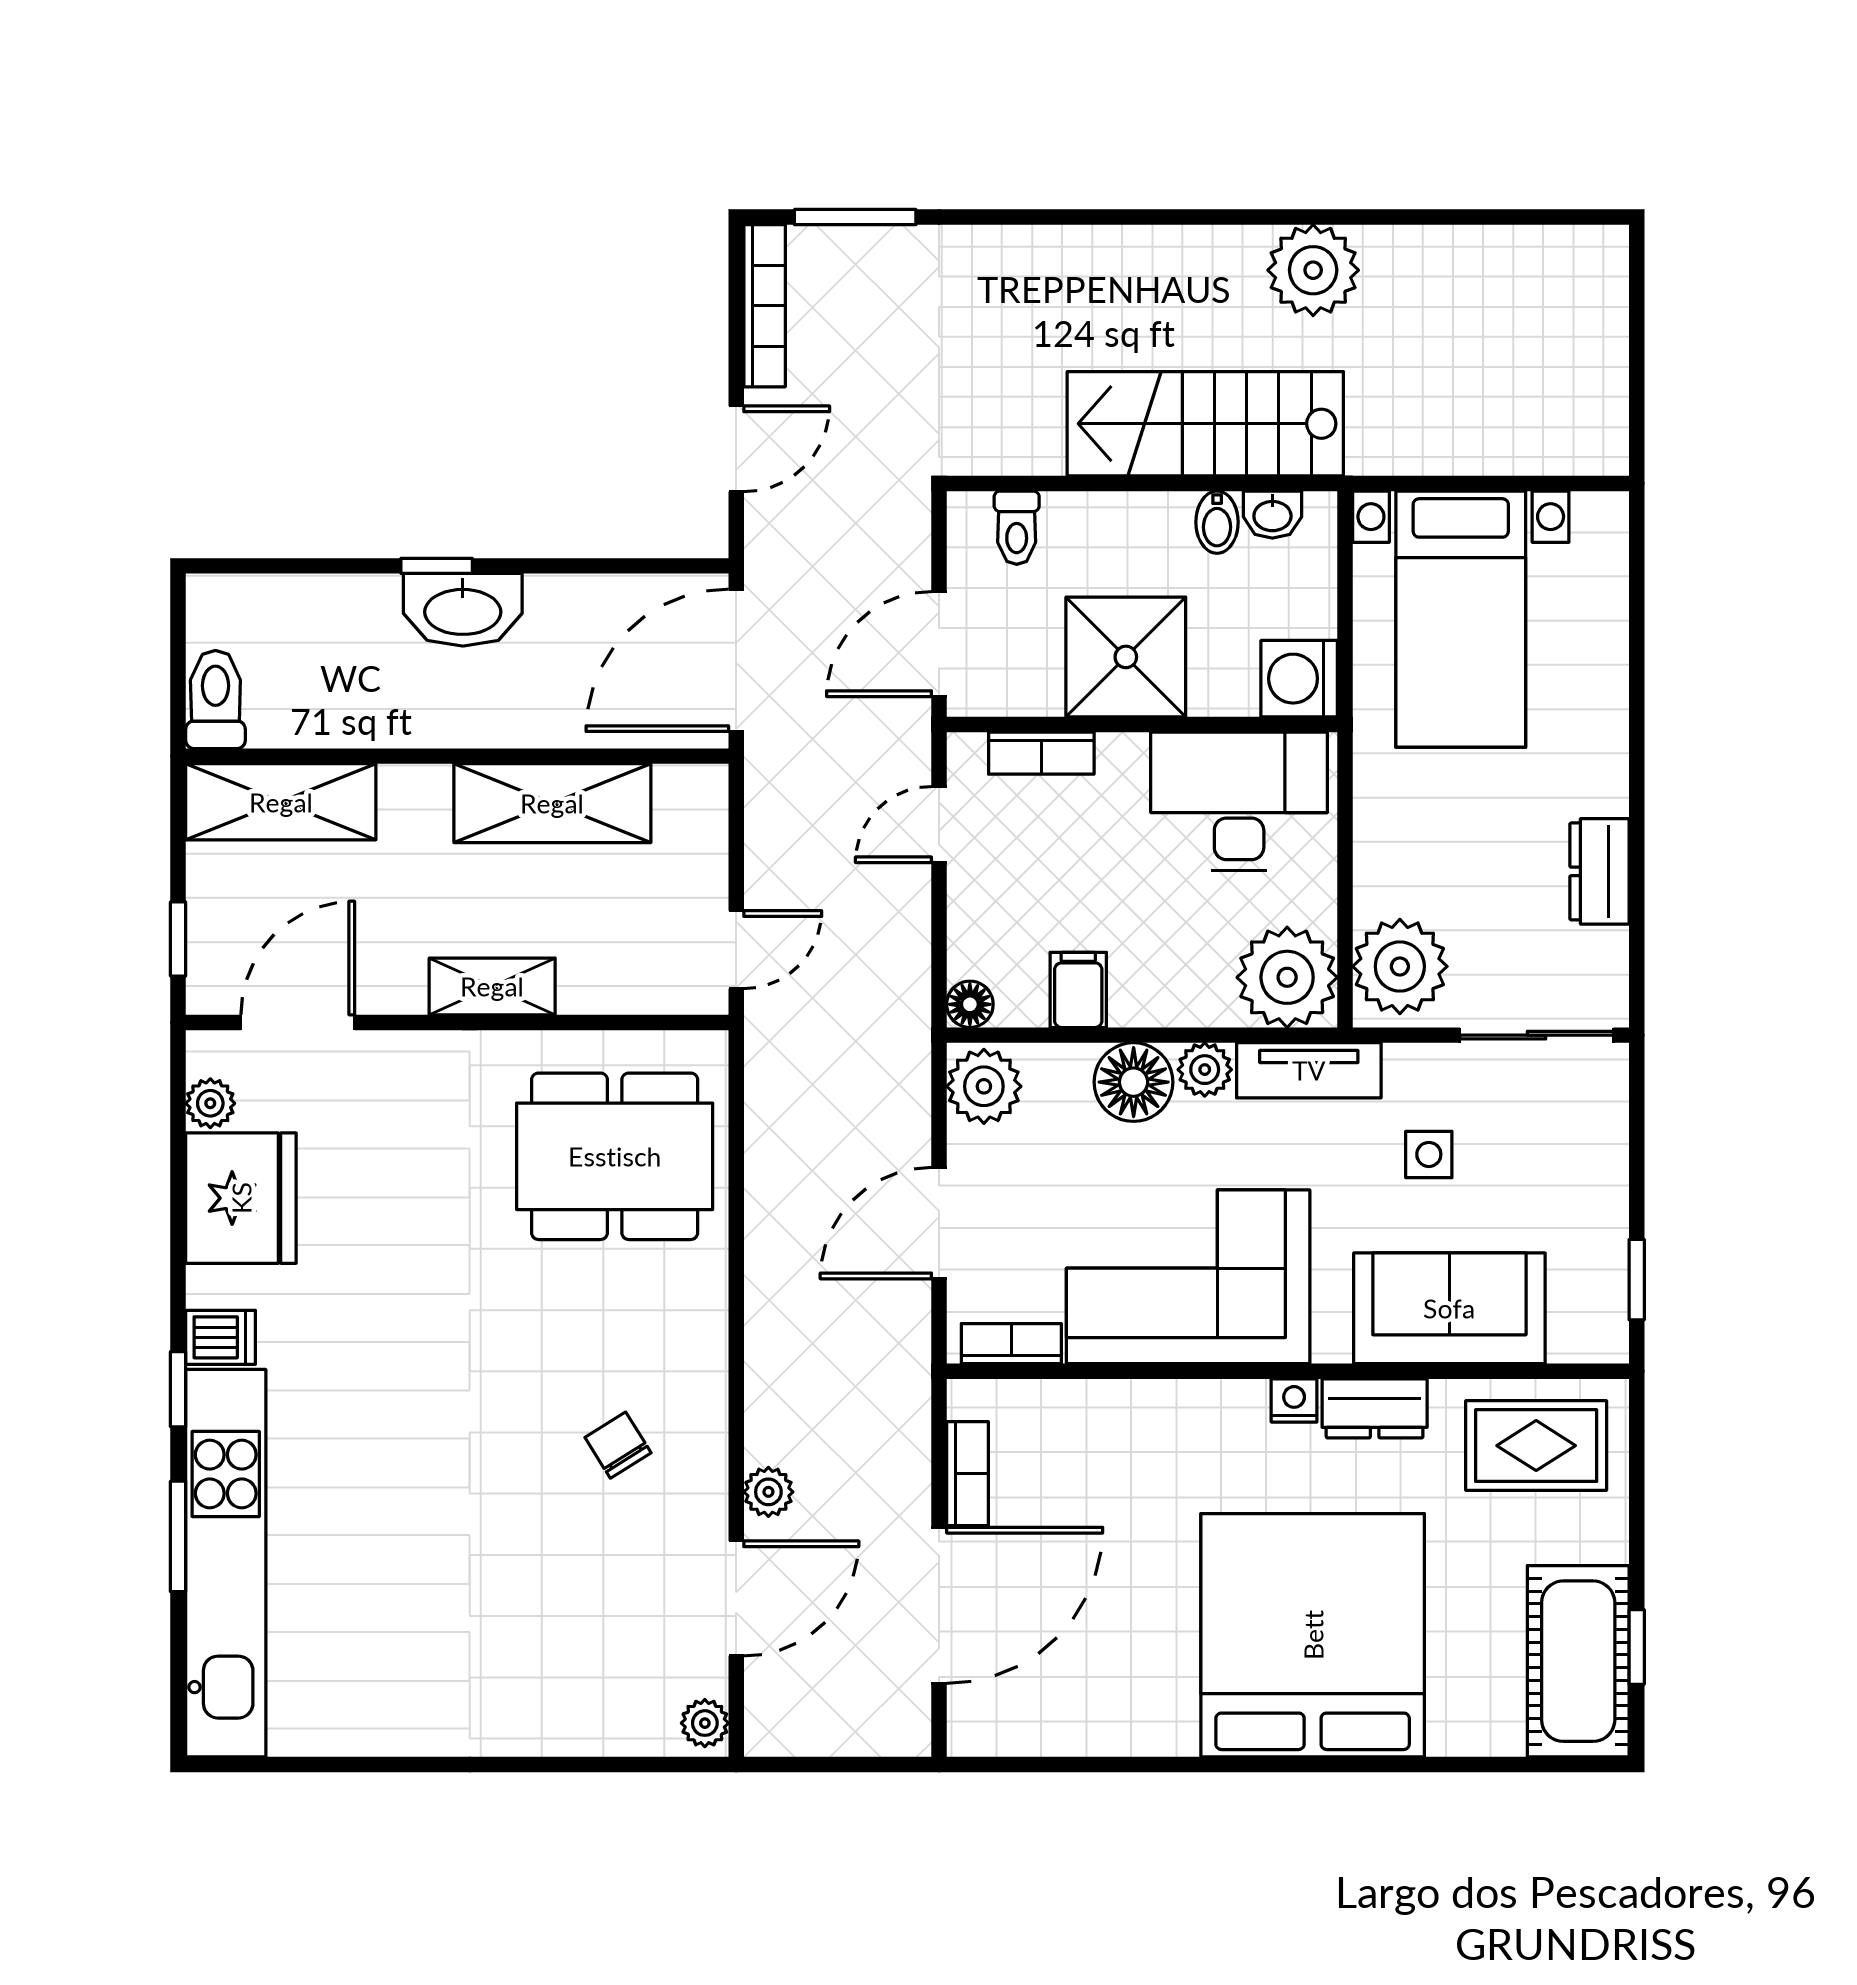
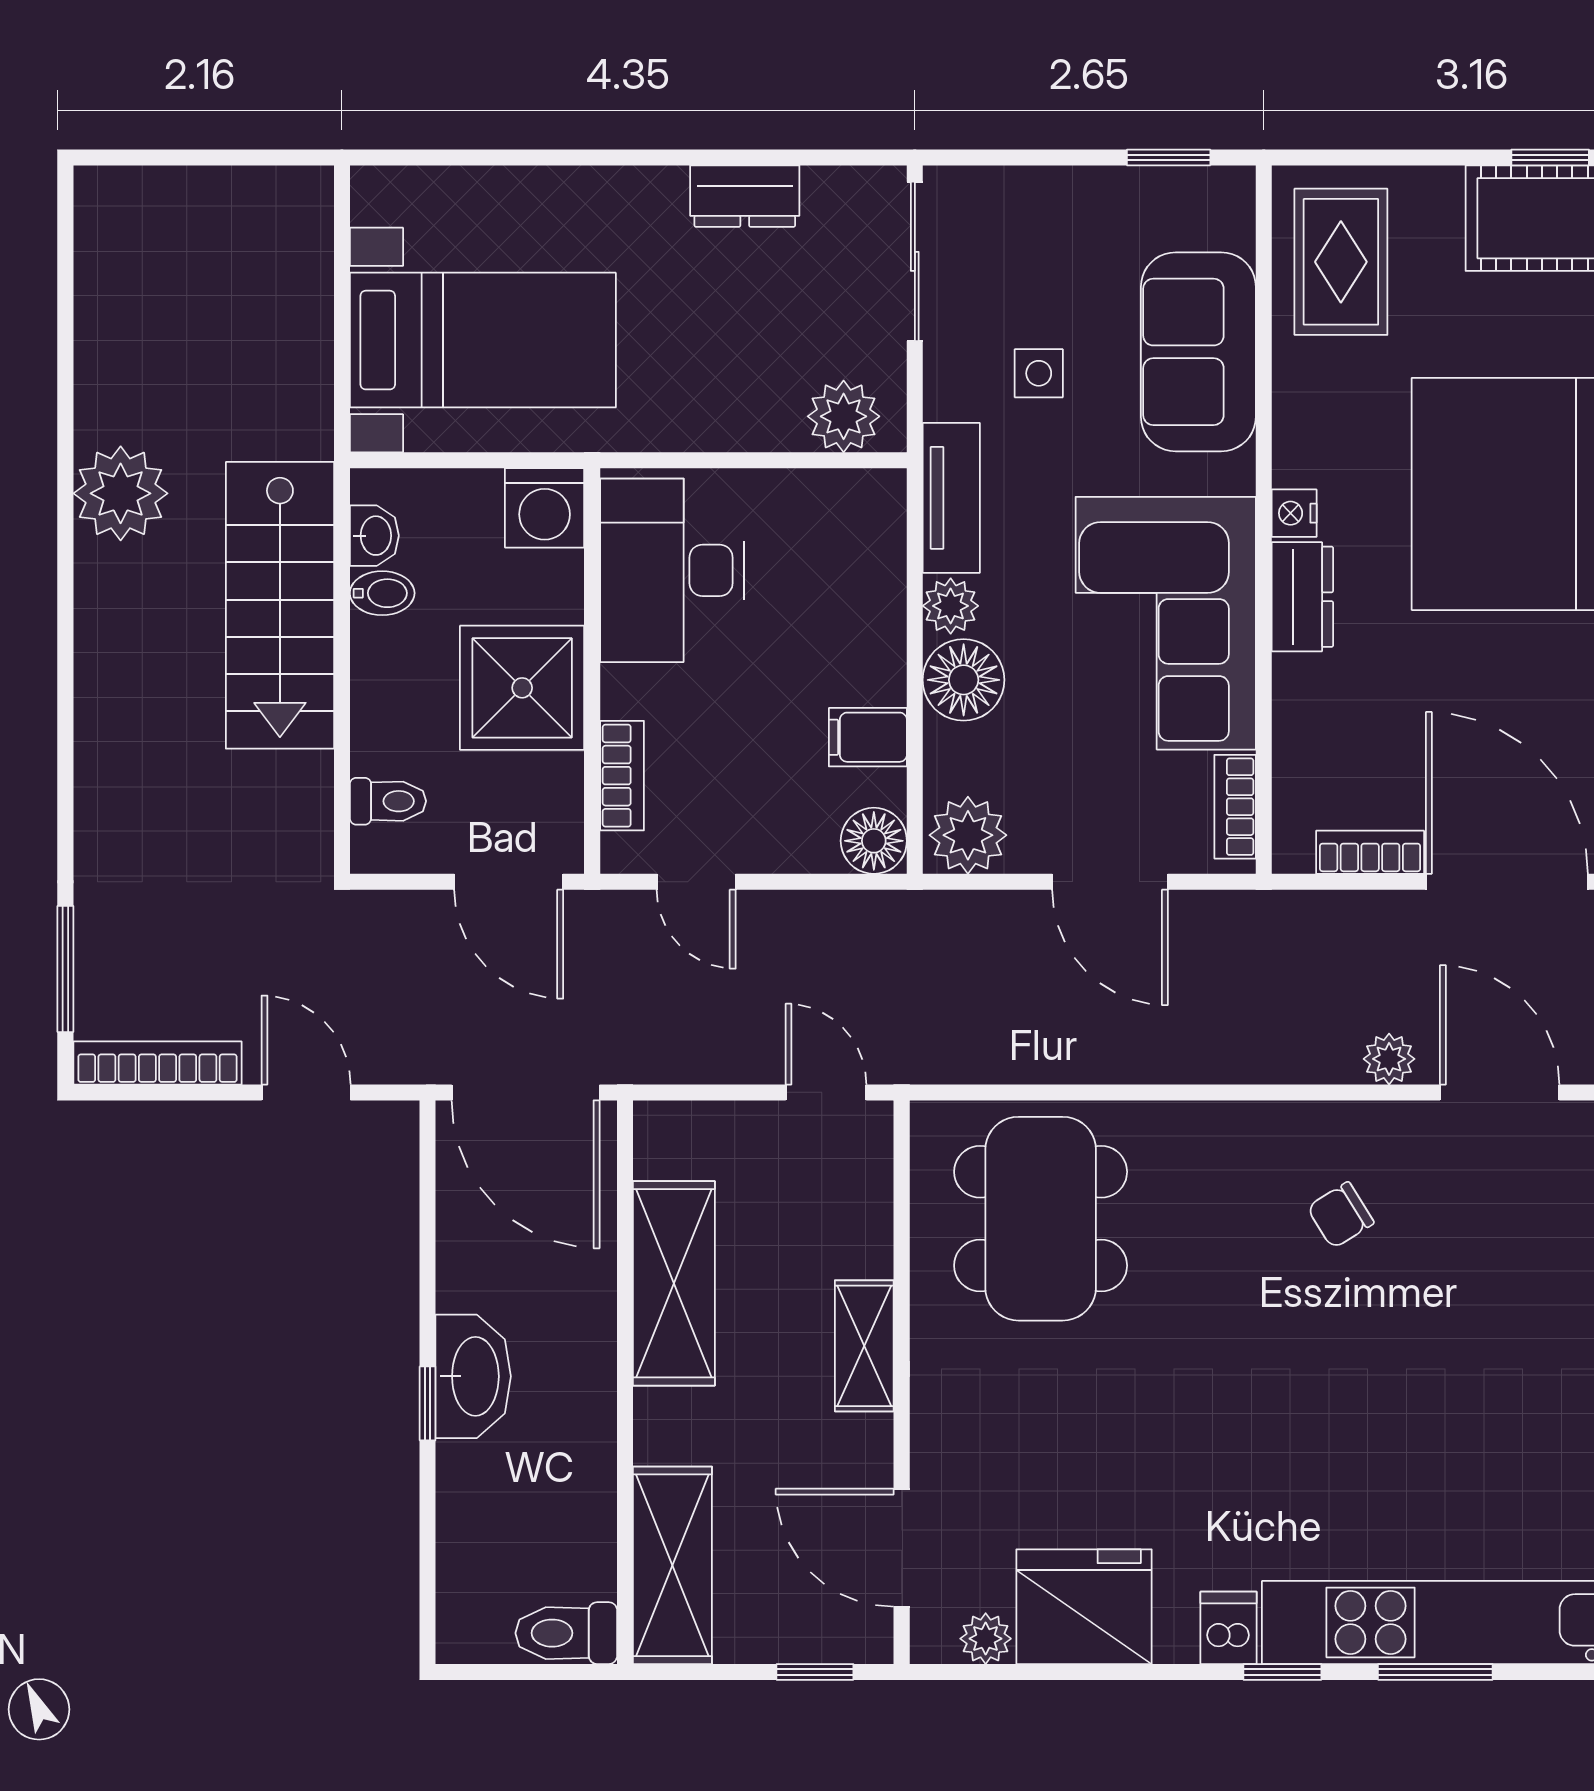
plant: (1400, 966) -> (844, 416), width x0.73, depth x0.73
plant: (1287, 977) -> (855, 520), removed
floor lamp: (970, 1004) -> (874, 841), width x1.37, depth x1.37
dresser: (1375, 1408) -> (1302, 597), moved

